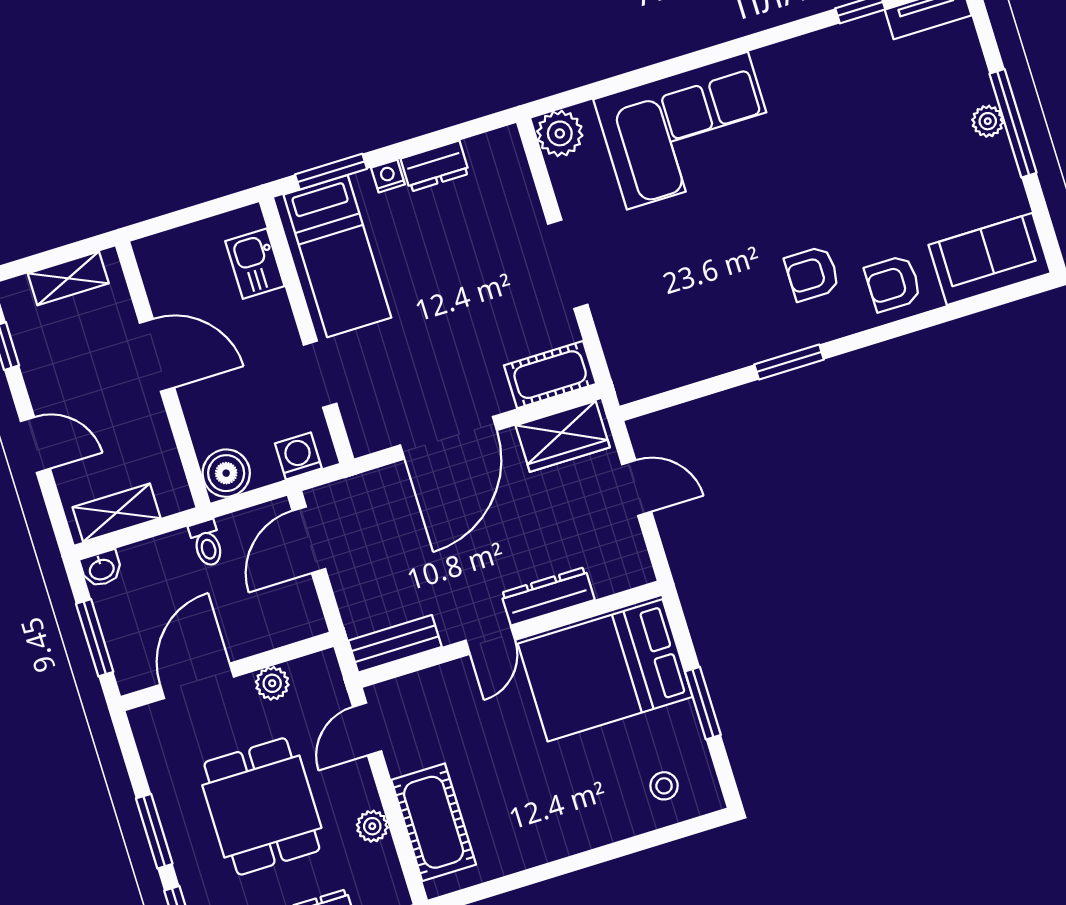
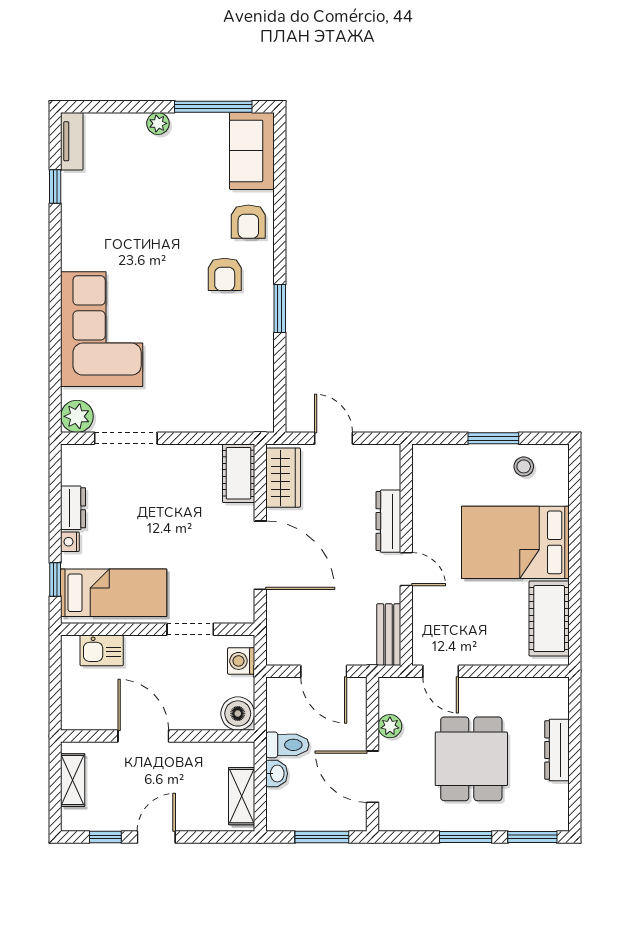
window: (1013, 123) -> (213, 107), moved
window: (331, 172) -> (55, 579), width x0.67
doorway: (568, 264) -> (126, 438), moved
door: (157, 355) -> (143, 736), hinge flipped
door: (35, 445) -> (156, 837), moved
door: (637, 488) -> (334, 438), hinge flipped
door: (309, 540) -> (324, 671), moved
toilet: (207, 543) -> (287, 745), width x1.37, depth x1.39
washbasin: (101, 569) -> (277, 774), moved
bed: (605, 670) -> (515, 542), moved, turned 90
stool: (664, 786) -> (524, 466), moved
dining table: (262, 806) -> (471, 759), turned 90
cot: (434, 822) -> (549, 619), moved, turned 90
plant: (372, 826) -> (508, 688), removed

